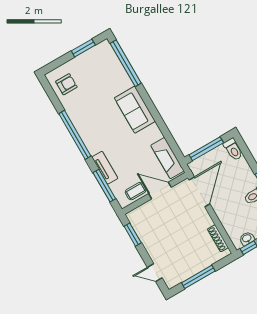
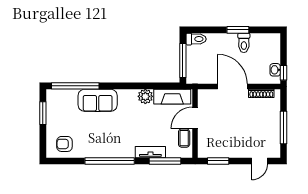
armchair: (66, 84) -> (64, 144), turned -90
sofa: (135, 110) -> (98, 100), moved
plant: (153, 133) -> (145, 96), added
door: (199, 192) -> (233, 86), moved

